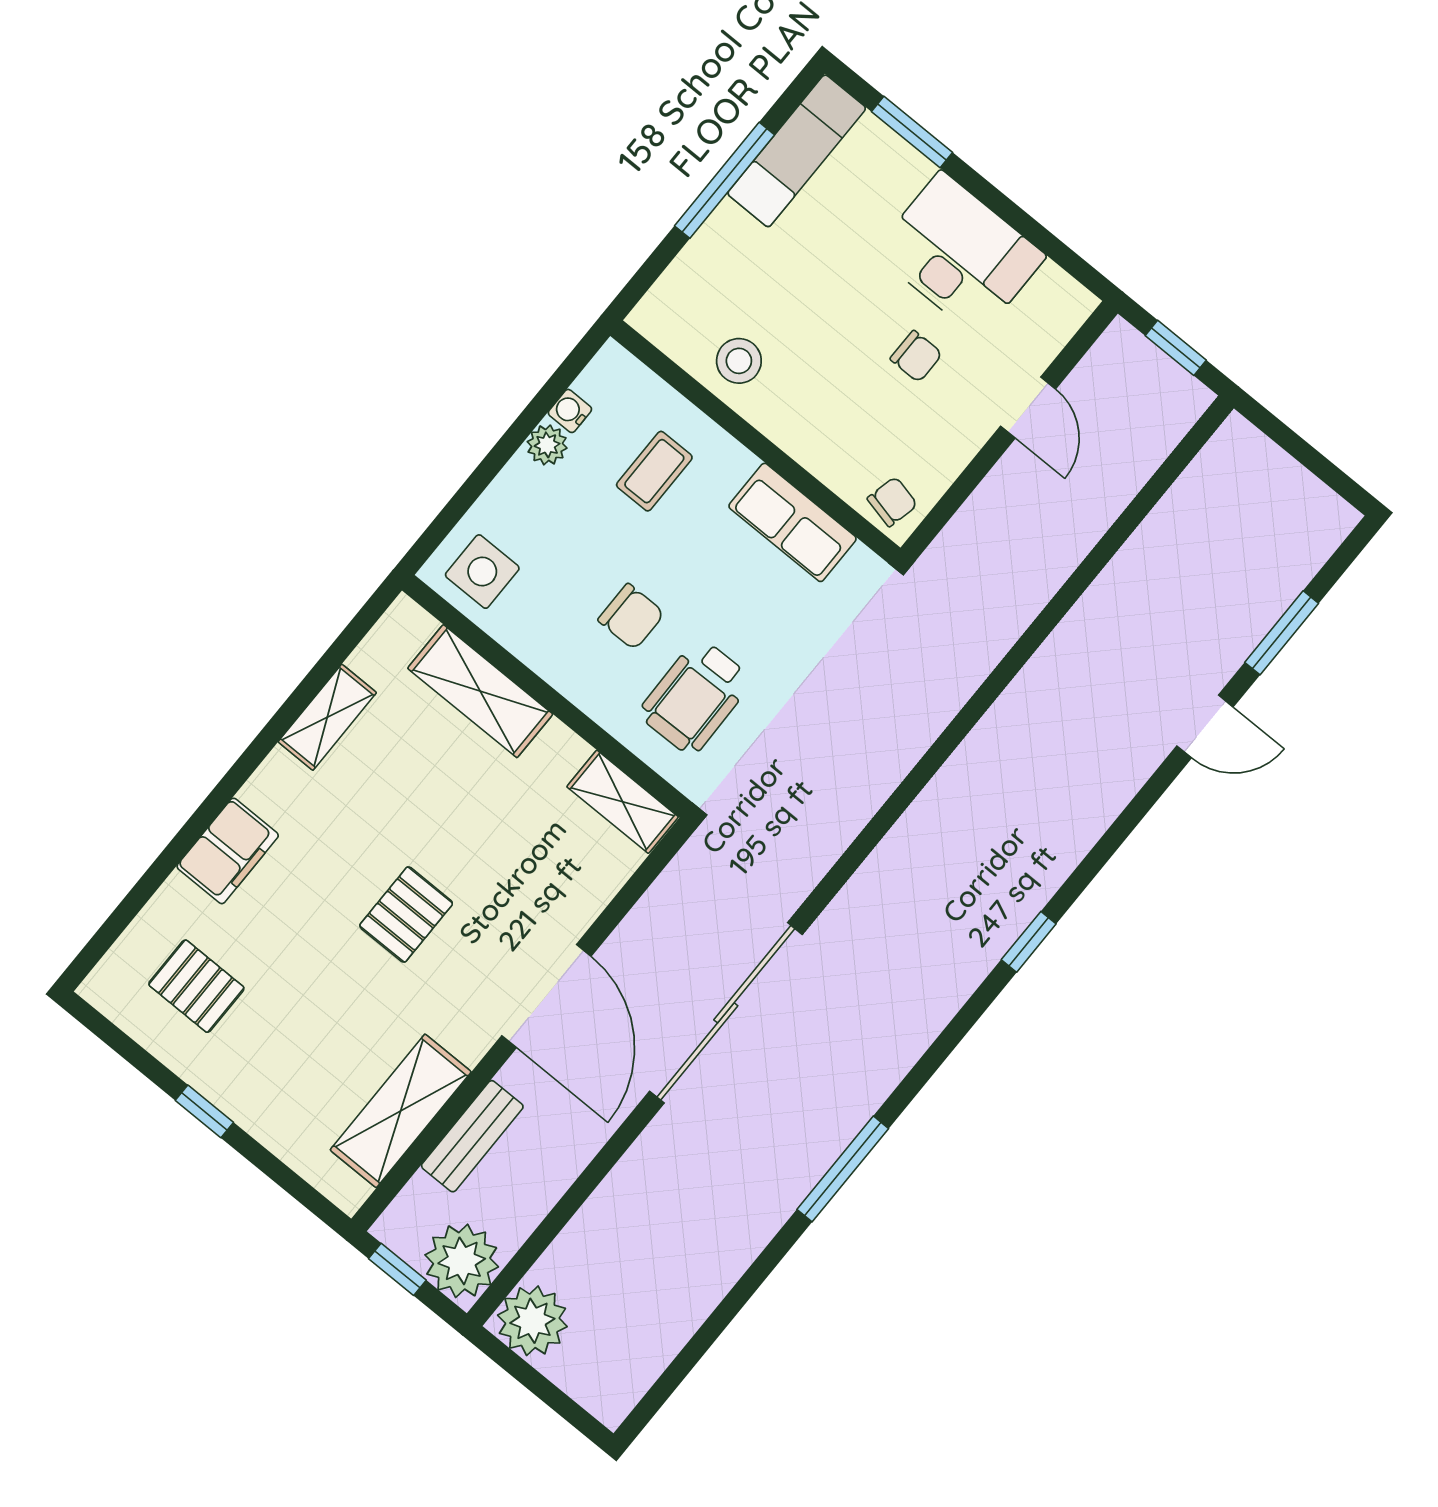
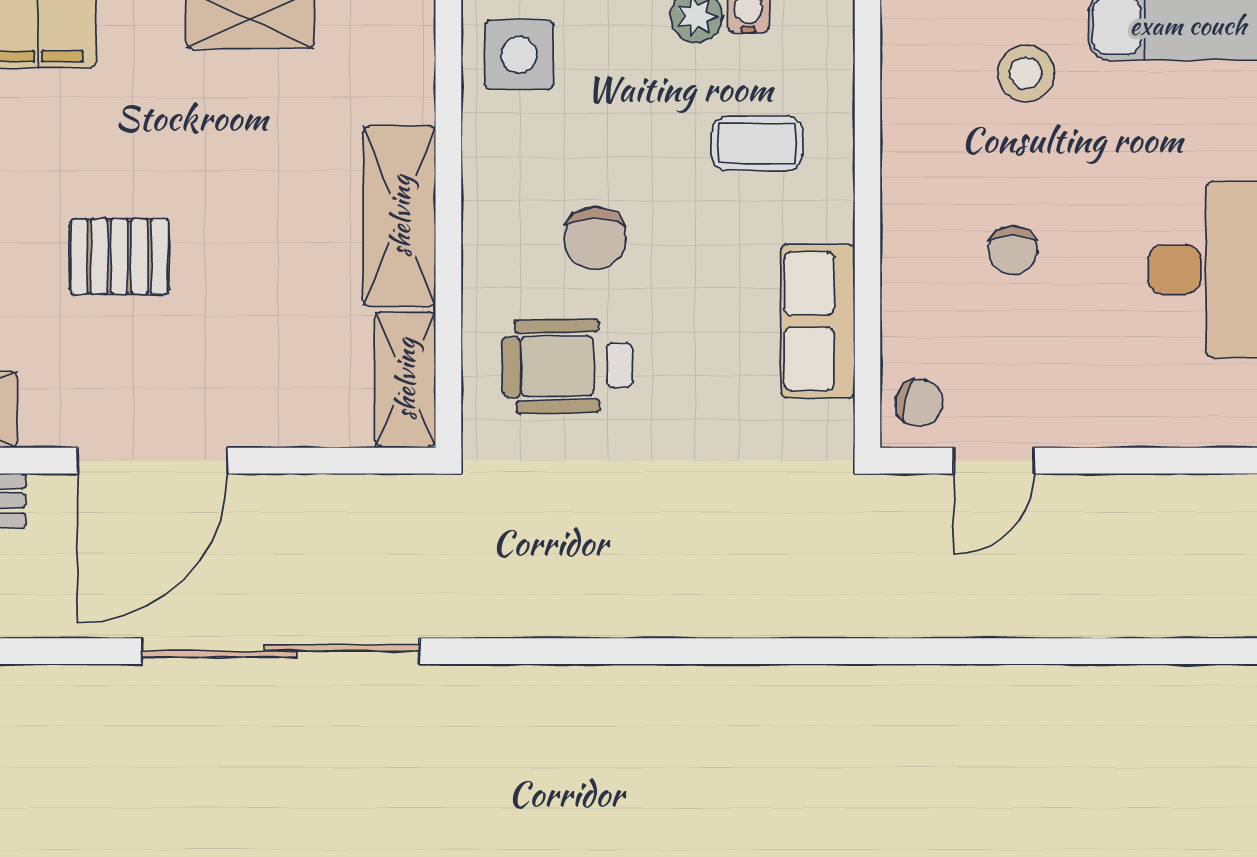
chair: (916, 356) -> (1013, 250), moved
stool: (739, 361) -> (1026, 73), moved
door: (1028, 408) -> (994, 461), moved
shelving: (480, 691) -> (400, 216), moved

